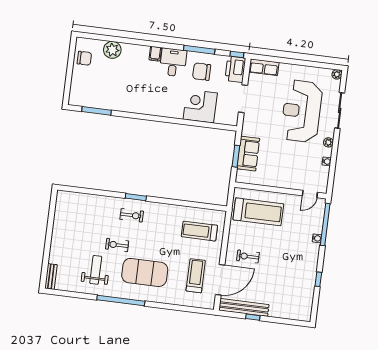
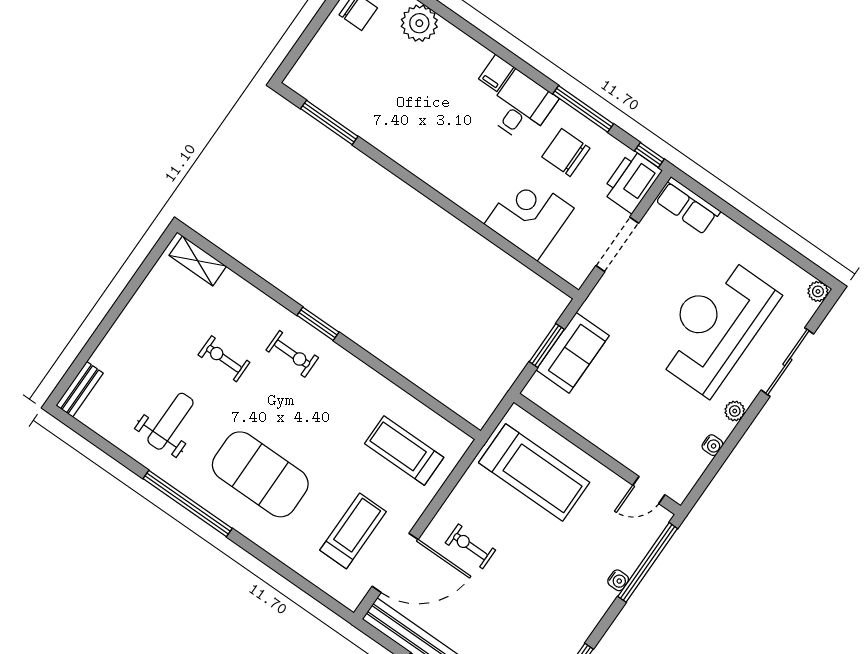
shelving: (72, 197) -> (198, 261), added
exercise bike: (117, 245) -> (224, 359), moved

